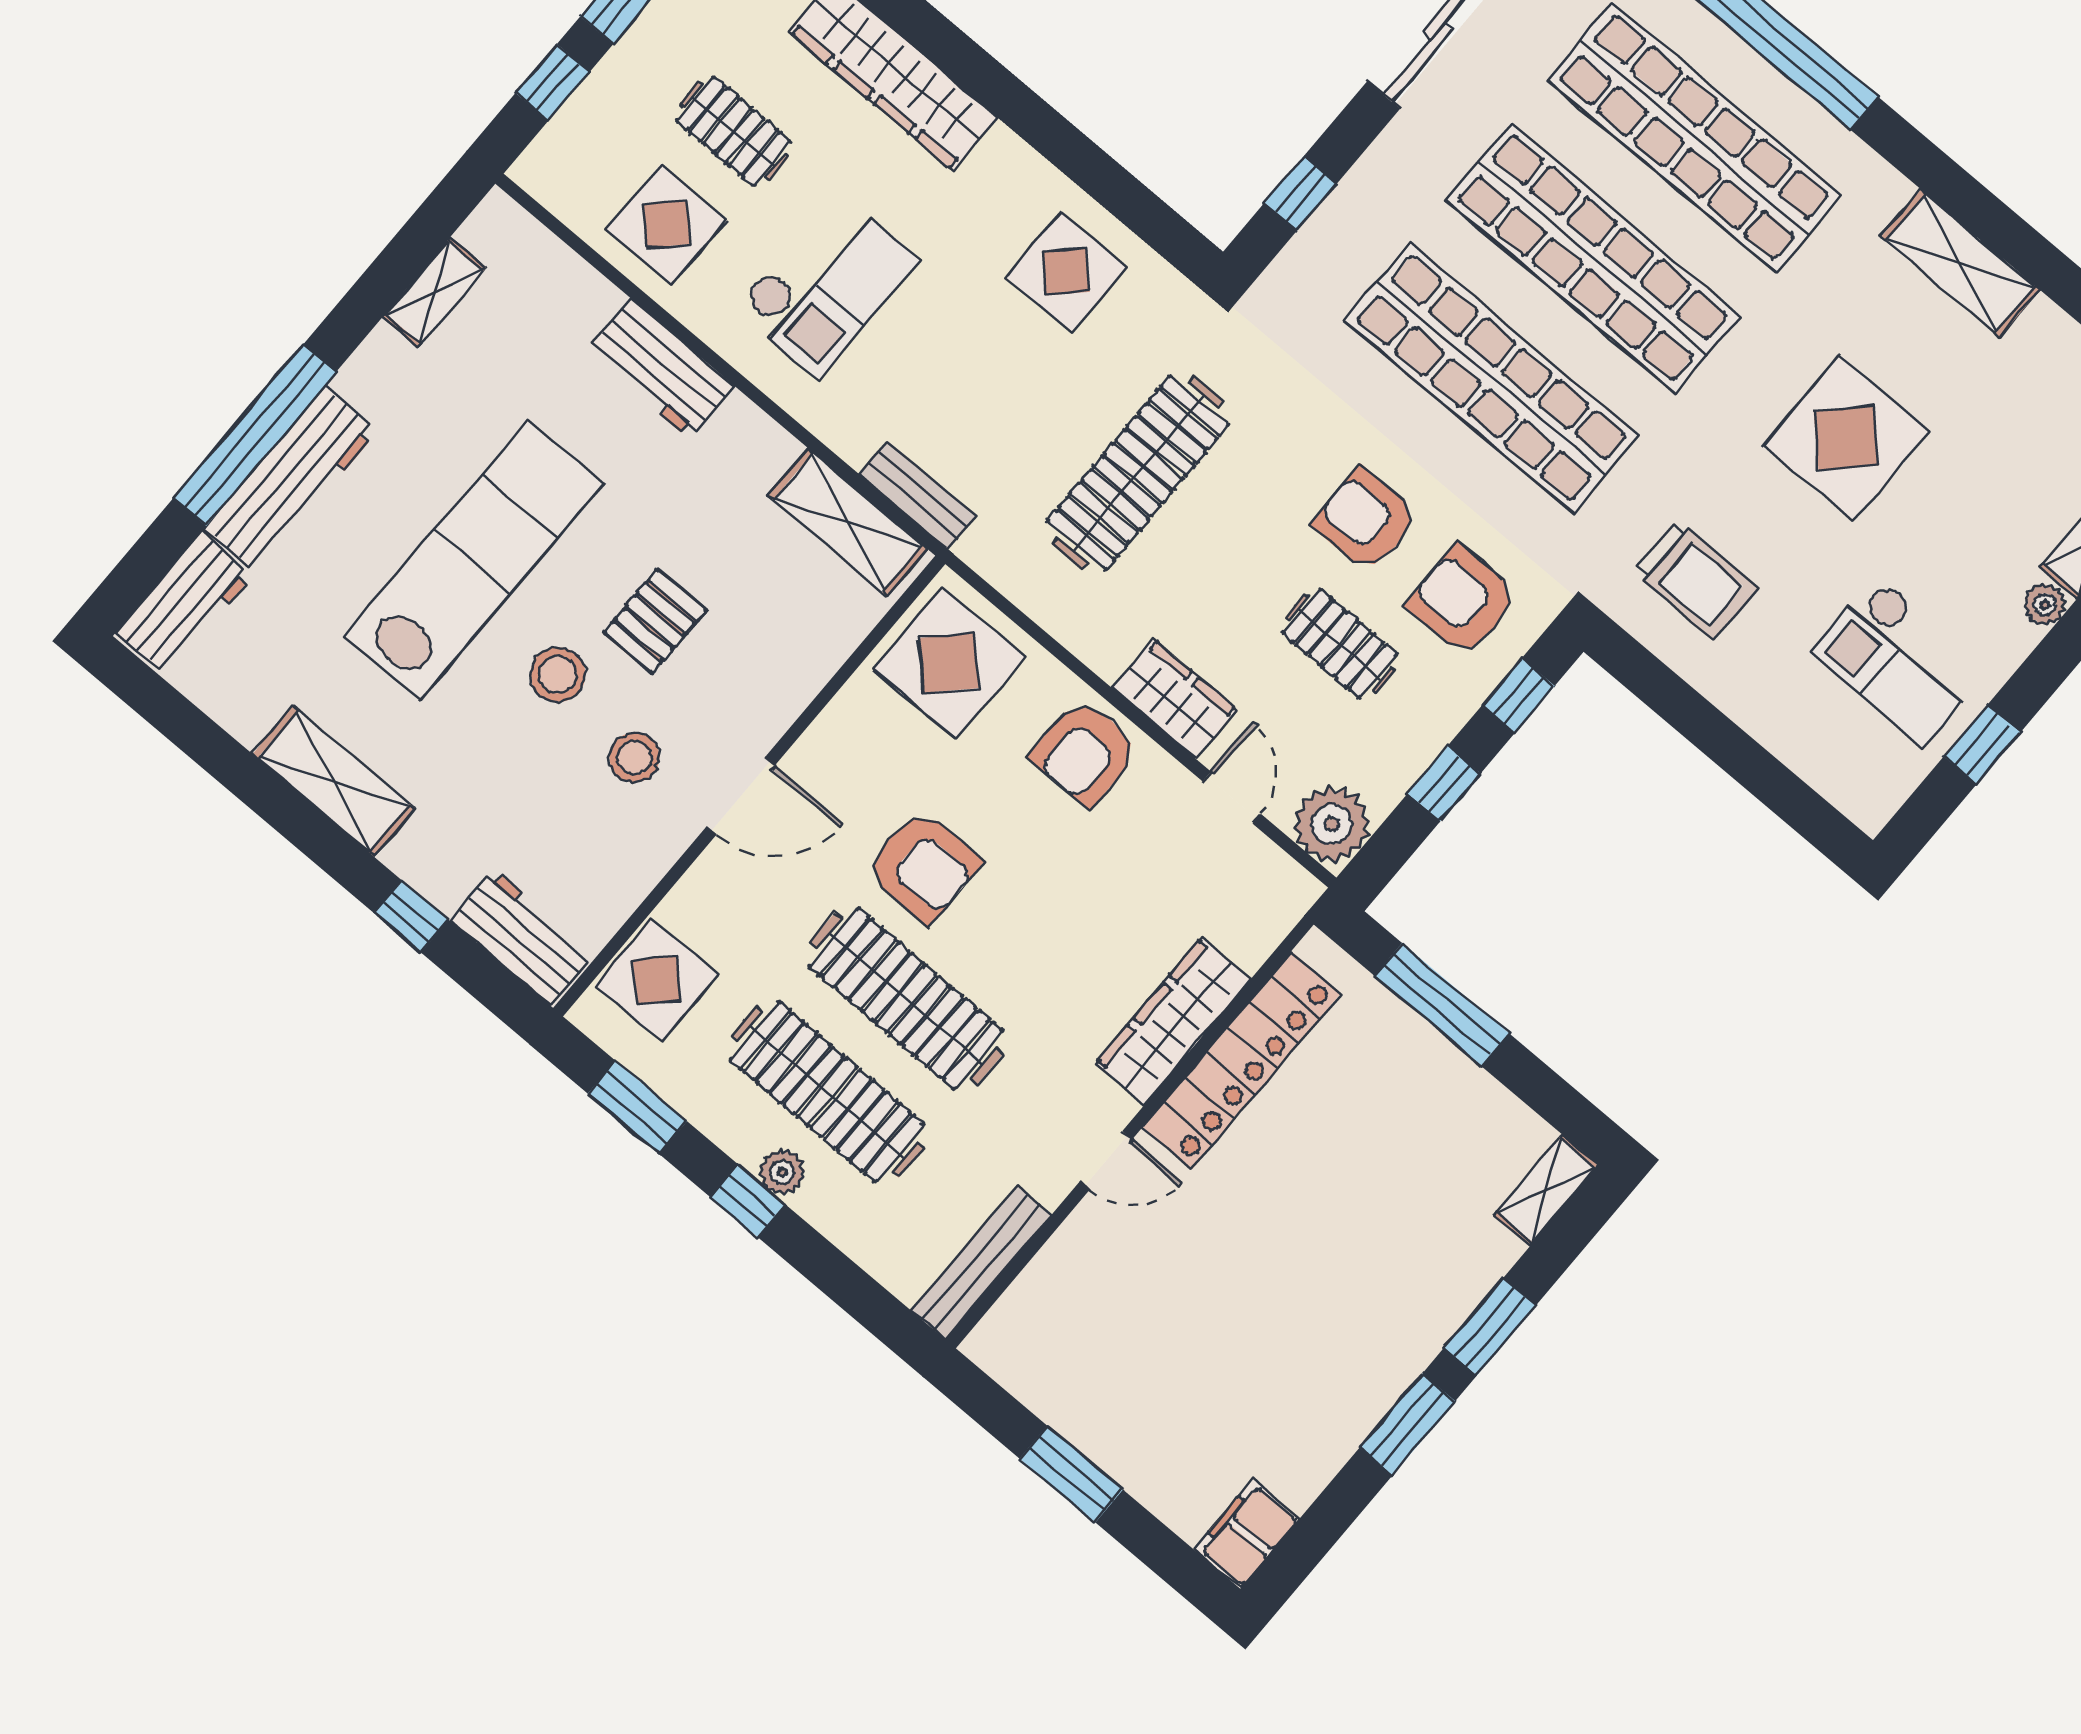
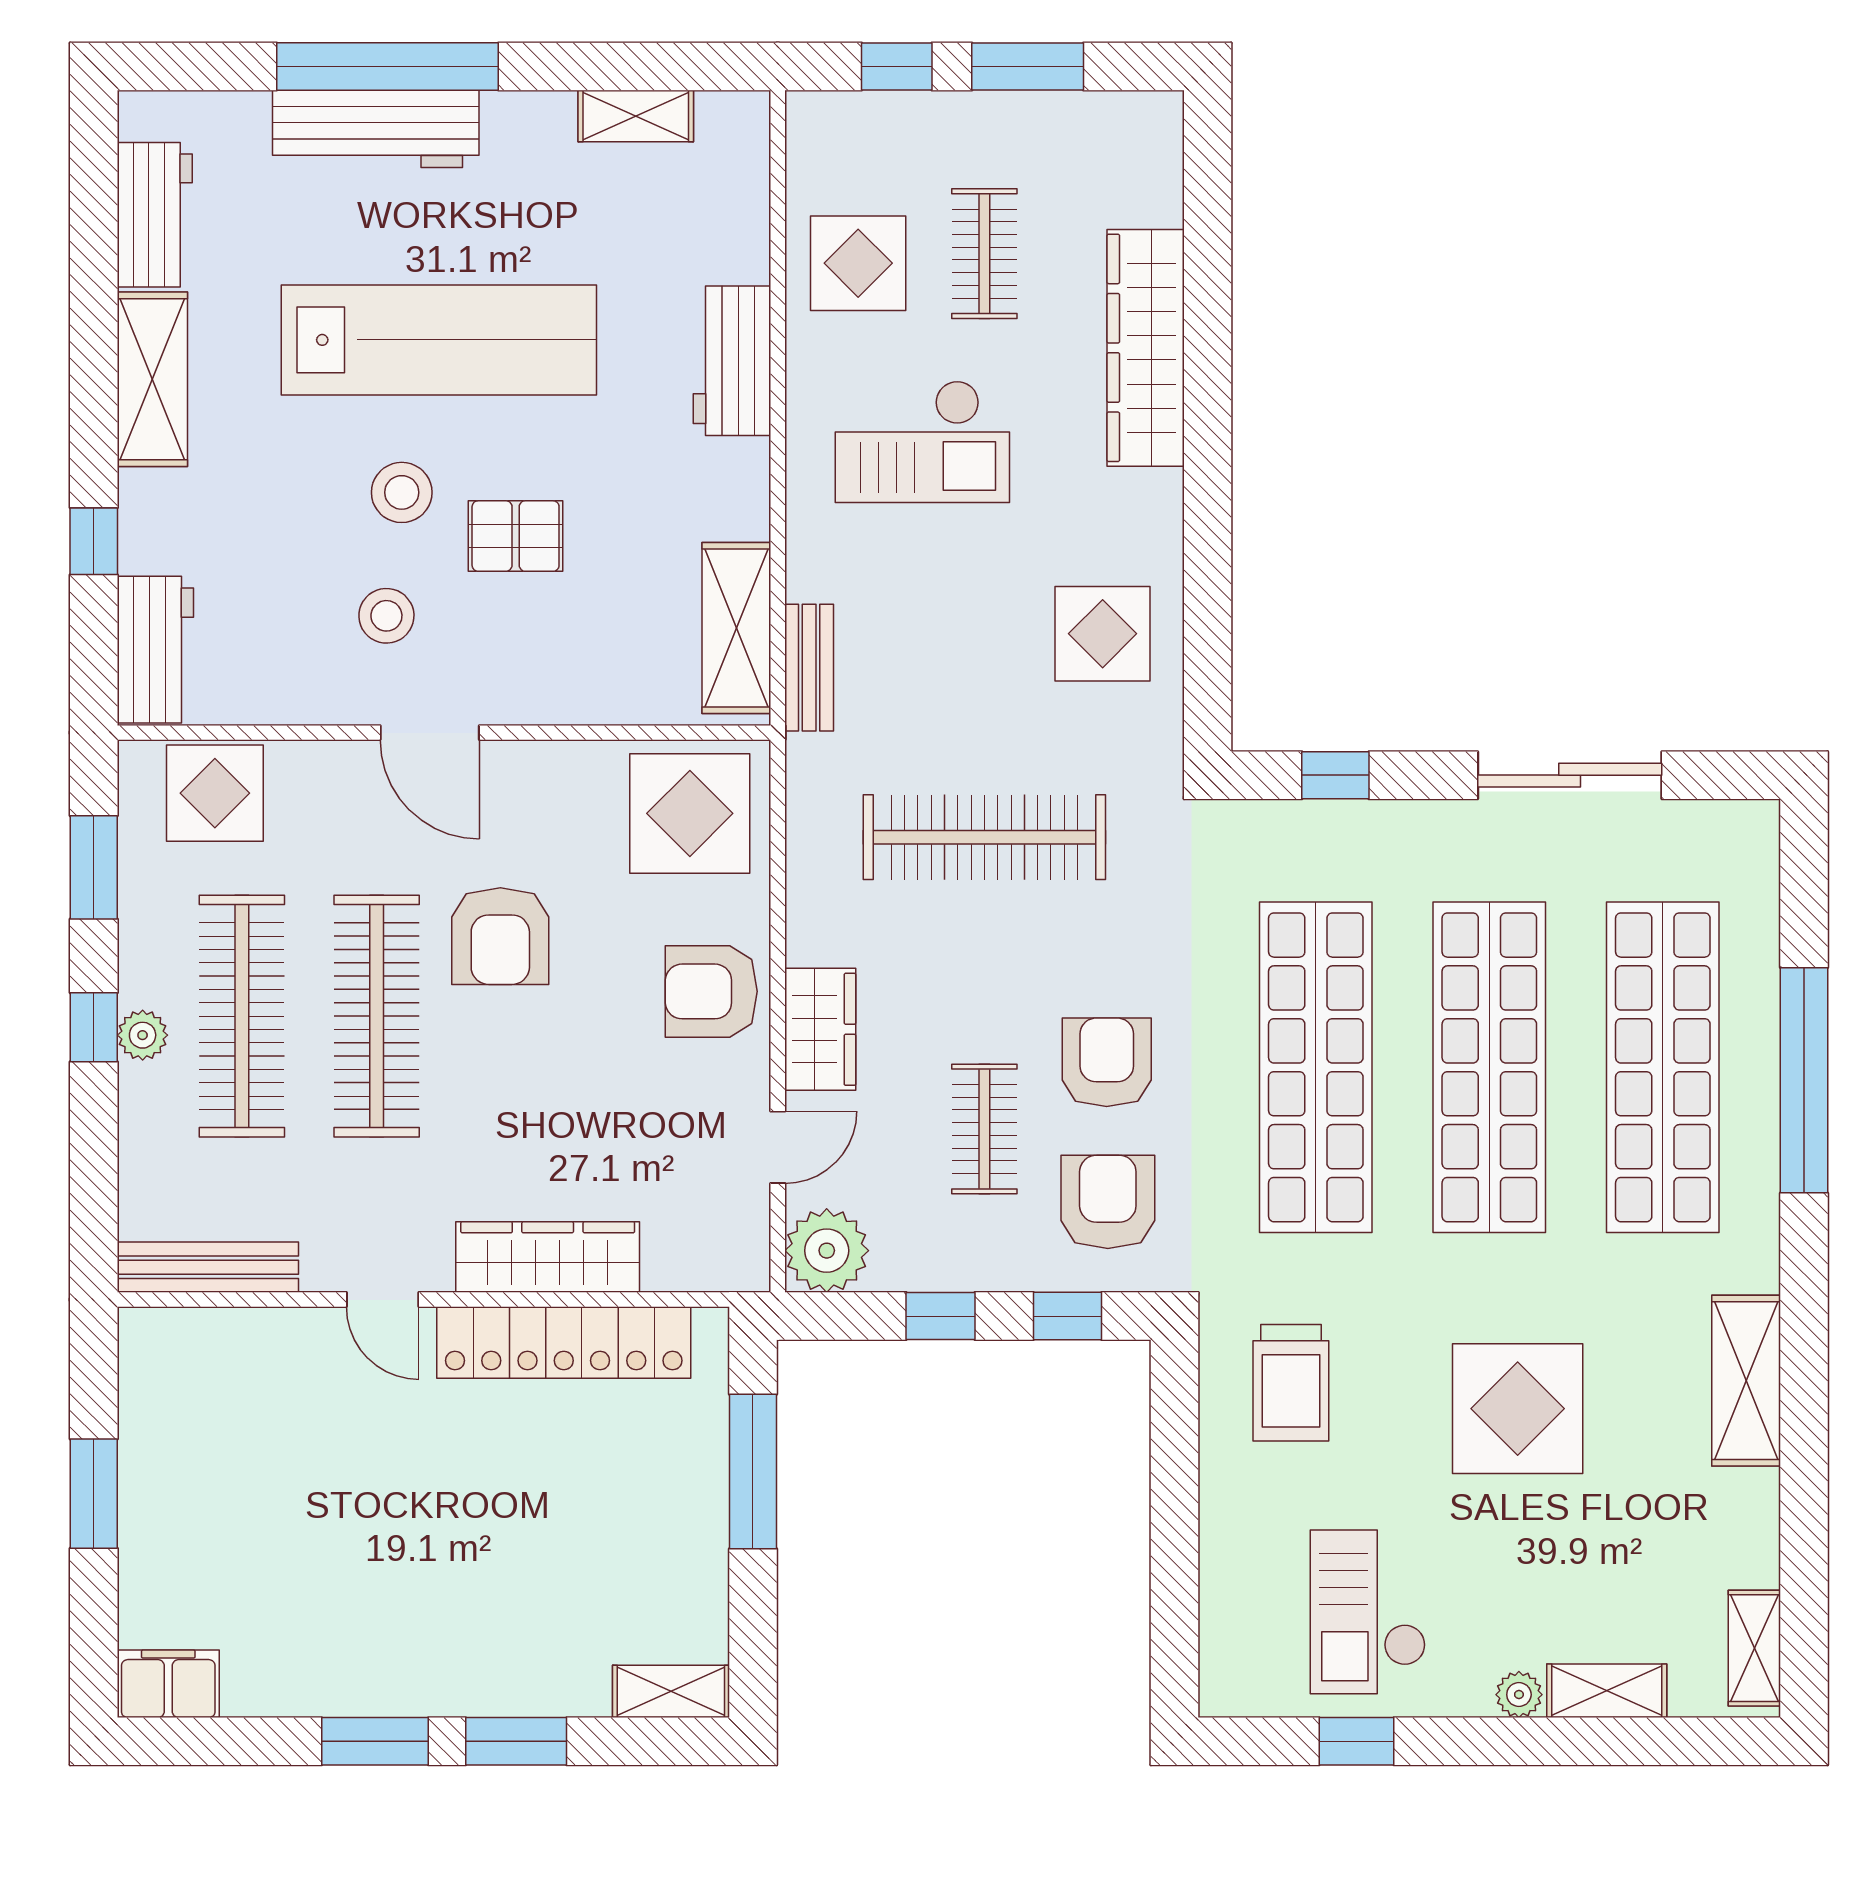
workbench: (184, 604) -> (155, 215), moved, turned -90

